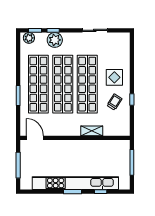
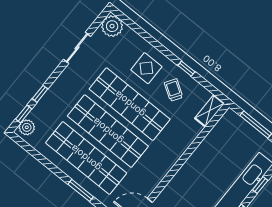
plant: (55, 40) -> (112, 26), moved
shelving: (92, 131) -> (209, 111), moved

